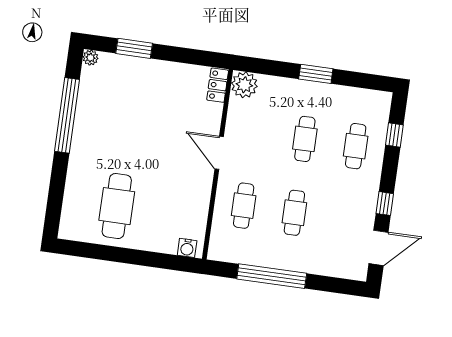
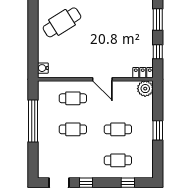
window: (187, 56) -> (158, 52), added
door: (219, 153) -> (102, 79), swing flipped
cafe table: (117, 206) -> (62, 22), turned -32

